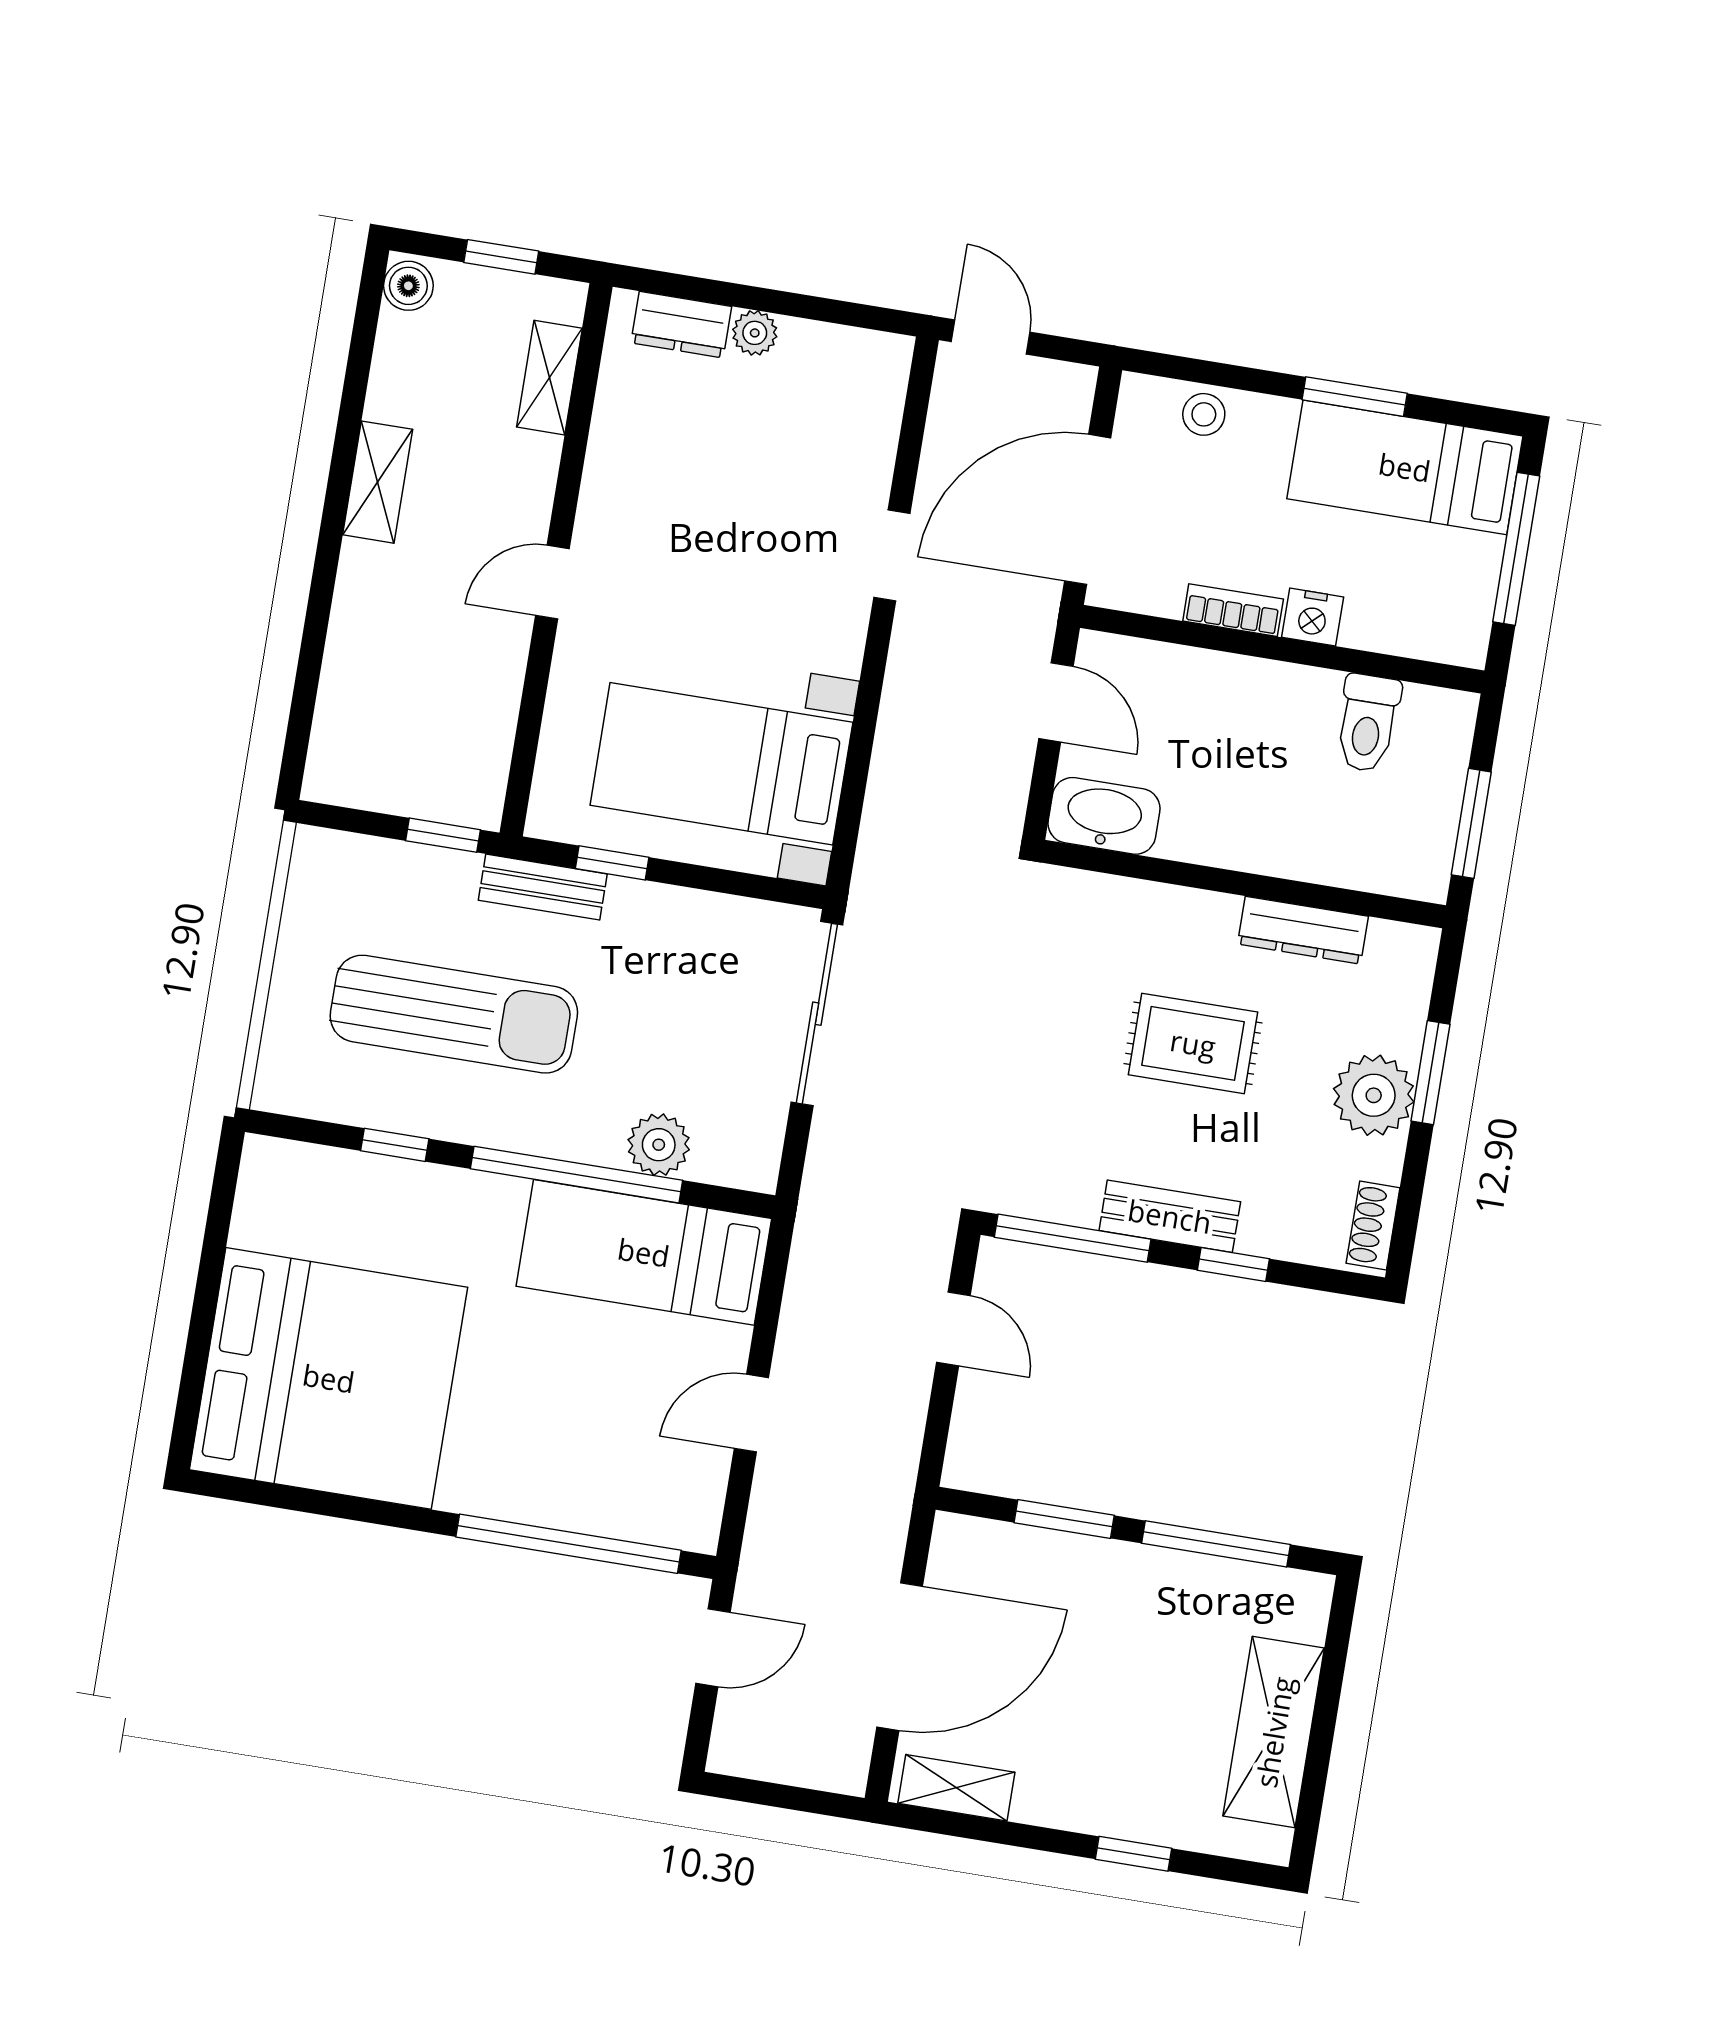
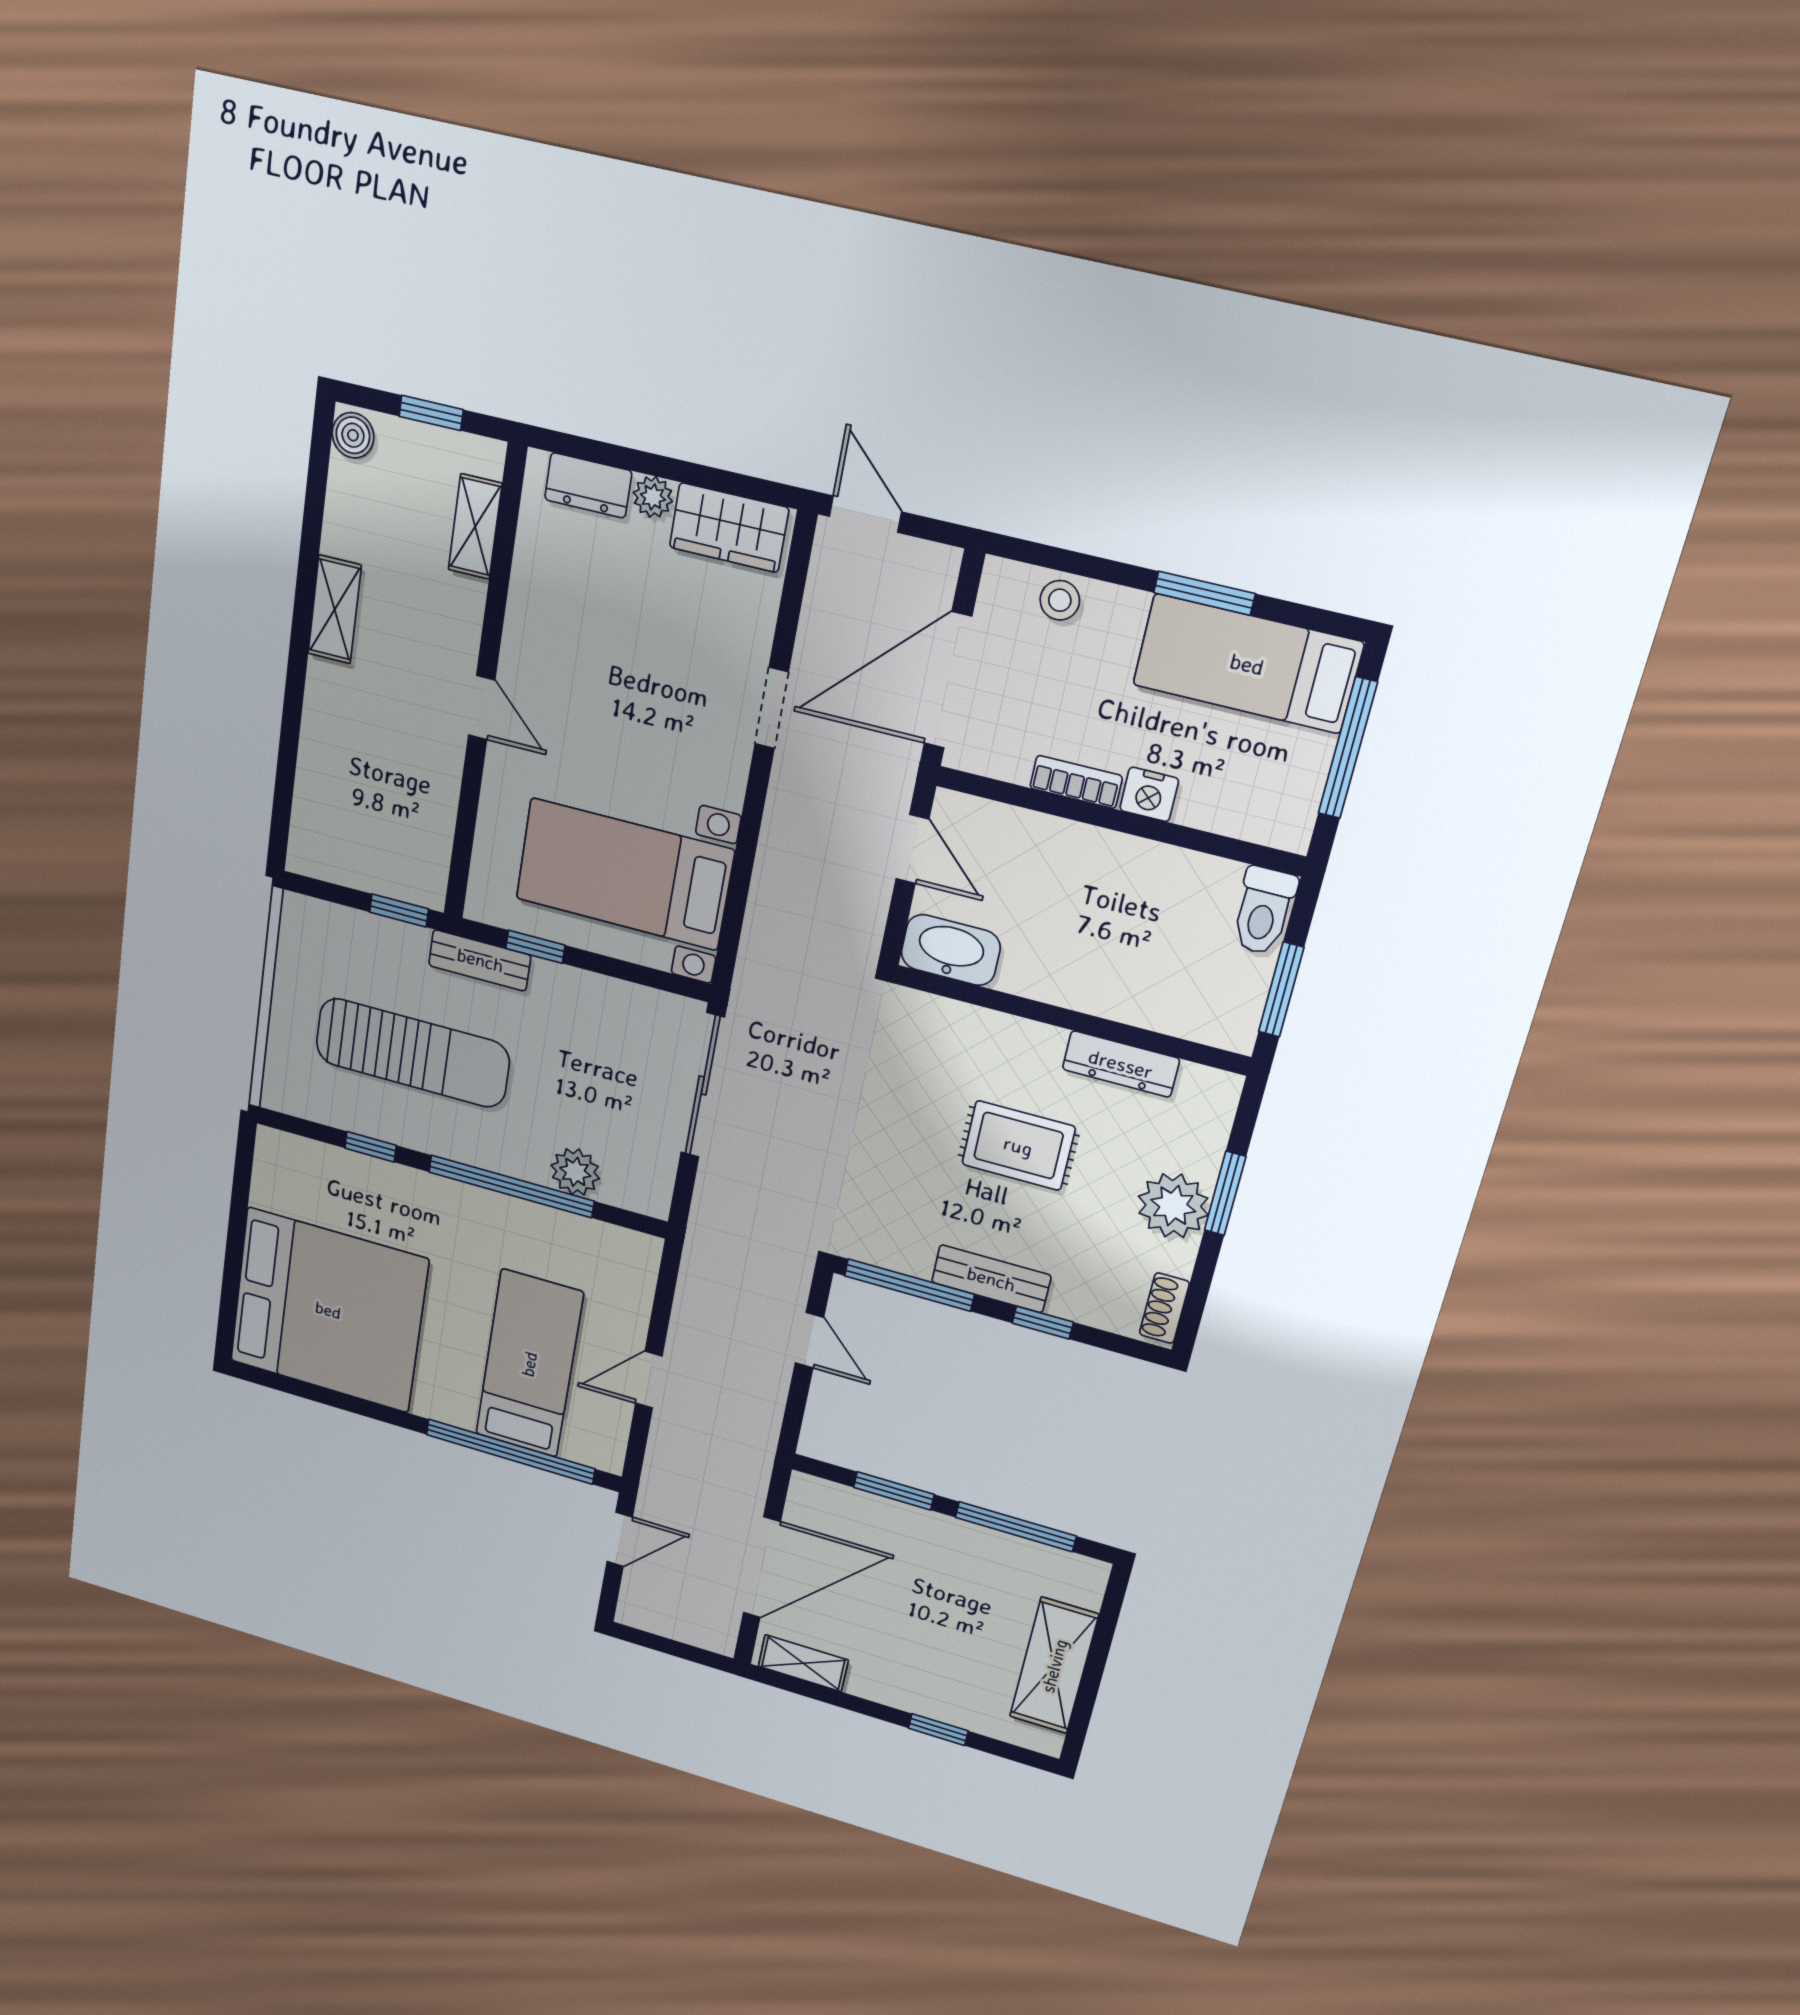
wardrobe: (841, 361) -> (729, 528), added
door: (552, 582) -> (482, 708), swing flipped
toilet: (1368, 723) -> (1264, 911), moved
bed: (644, 1252) -> (529, 1364), moved, turned 90

